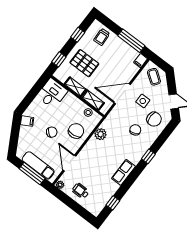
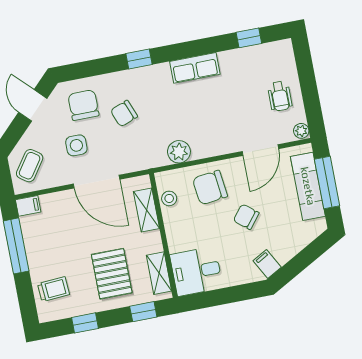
shelving: (75, 87) -> (159, 273), moved

